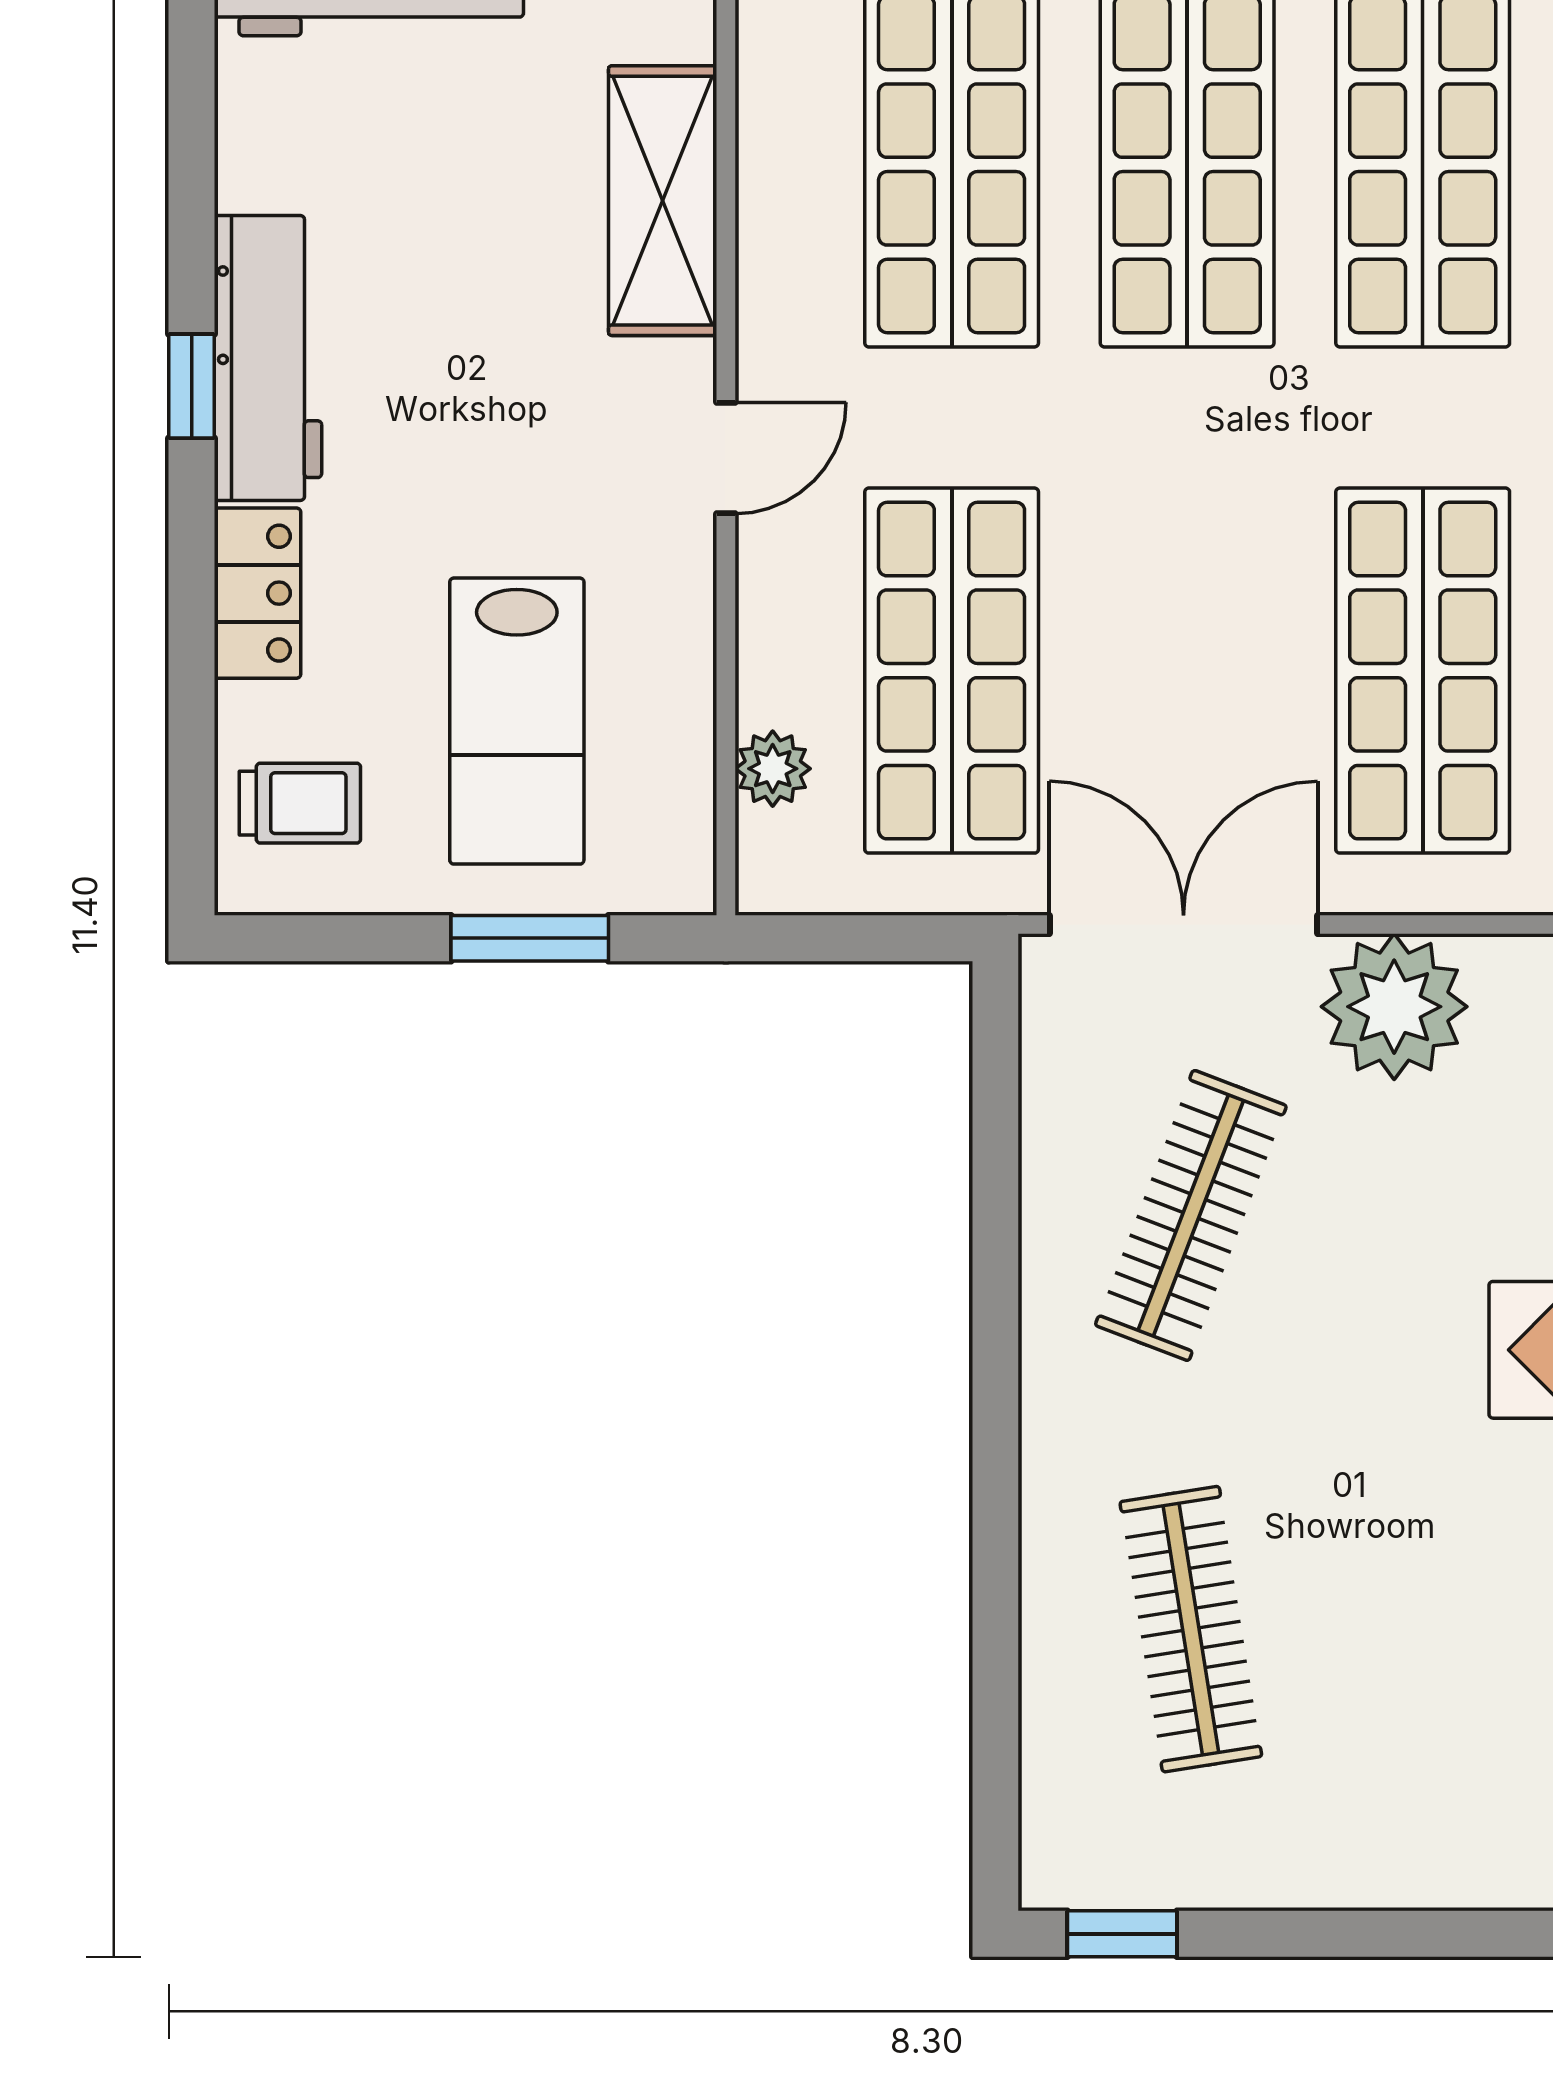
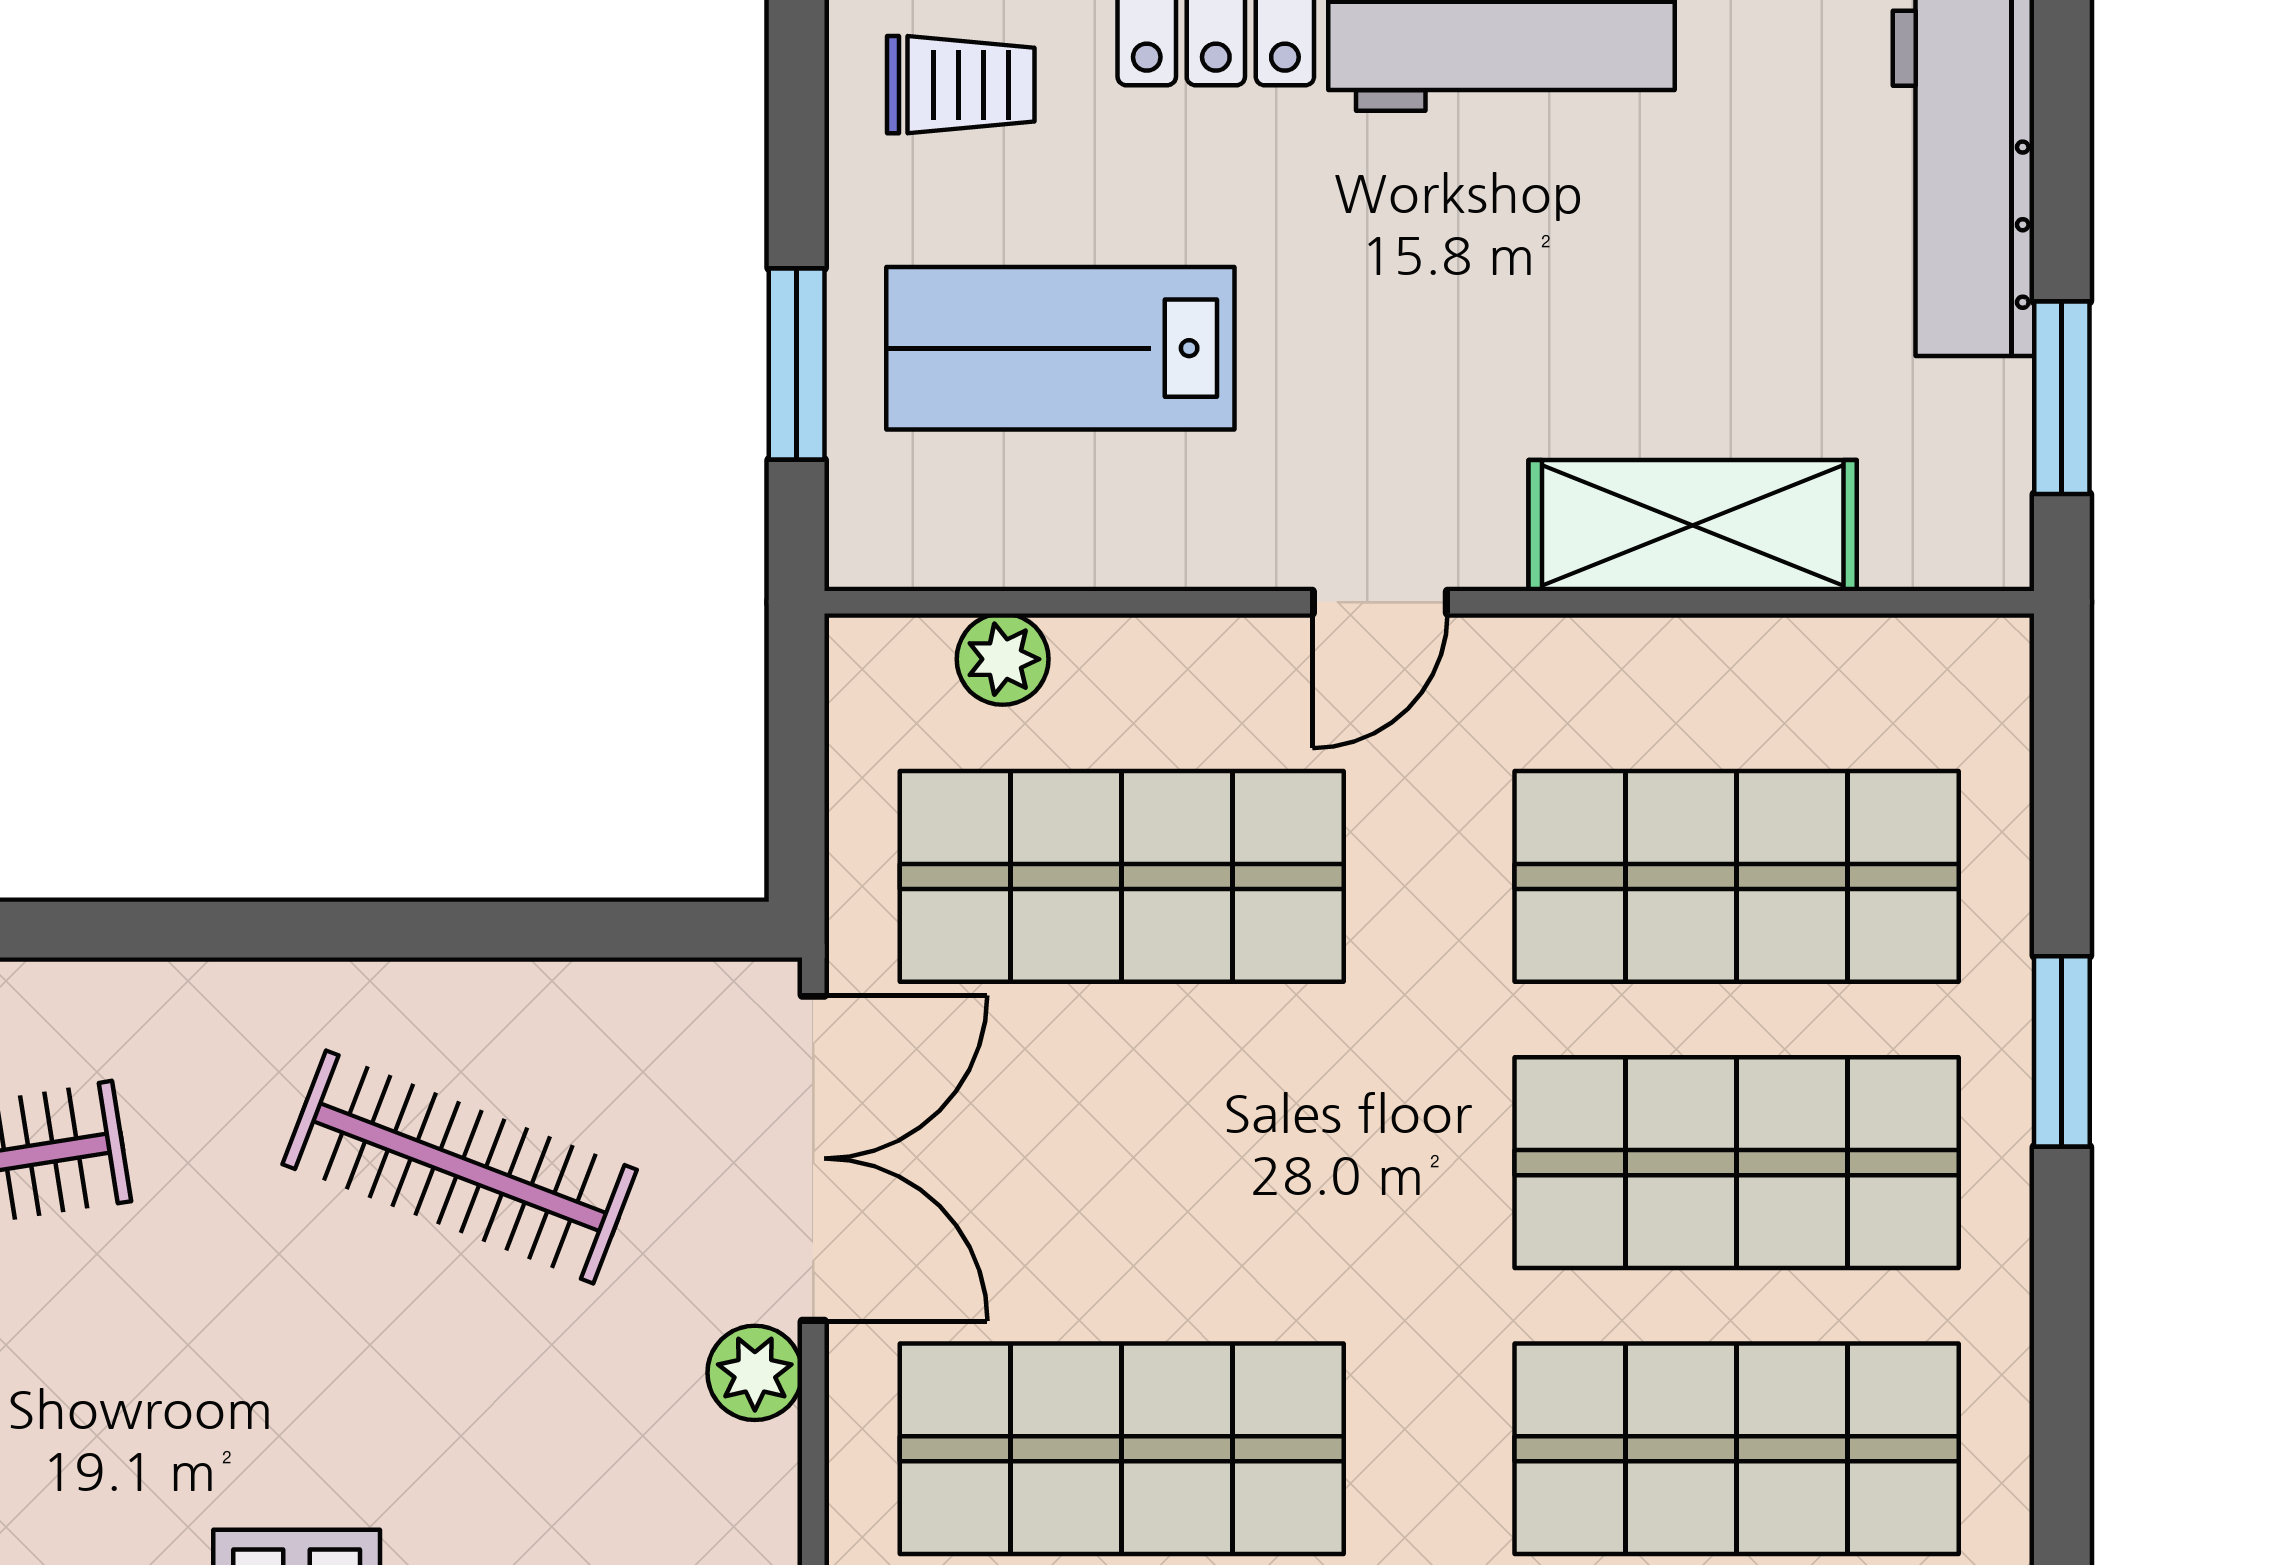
door: (726, 458) -> (1380, 602), hinge flipped
trolley: (300, 803) -> (961, 85), turned -90
plant: (1394, 1007) -> (755, 1373), width x0.53, depth x0.53

